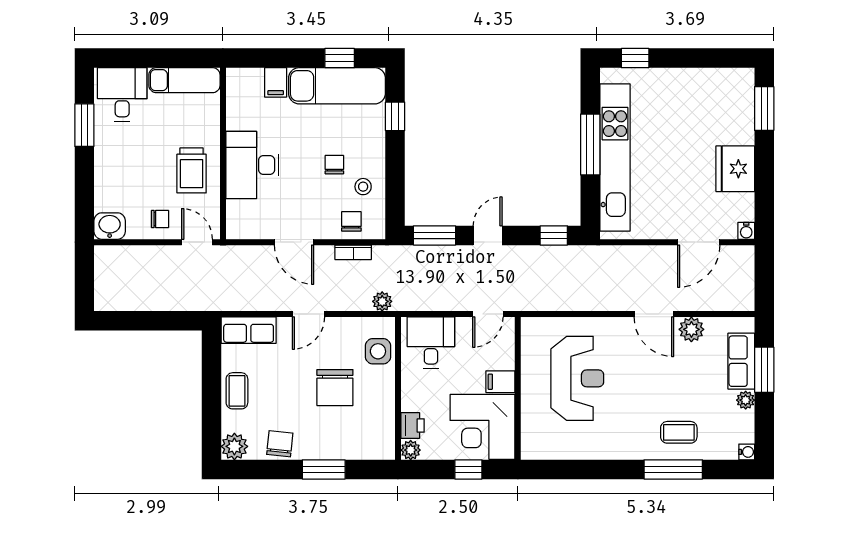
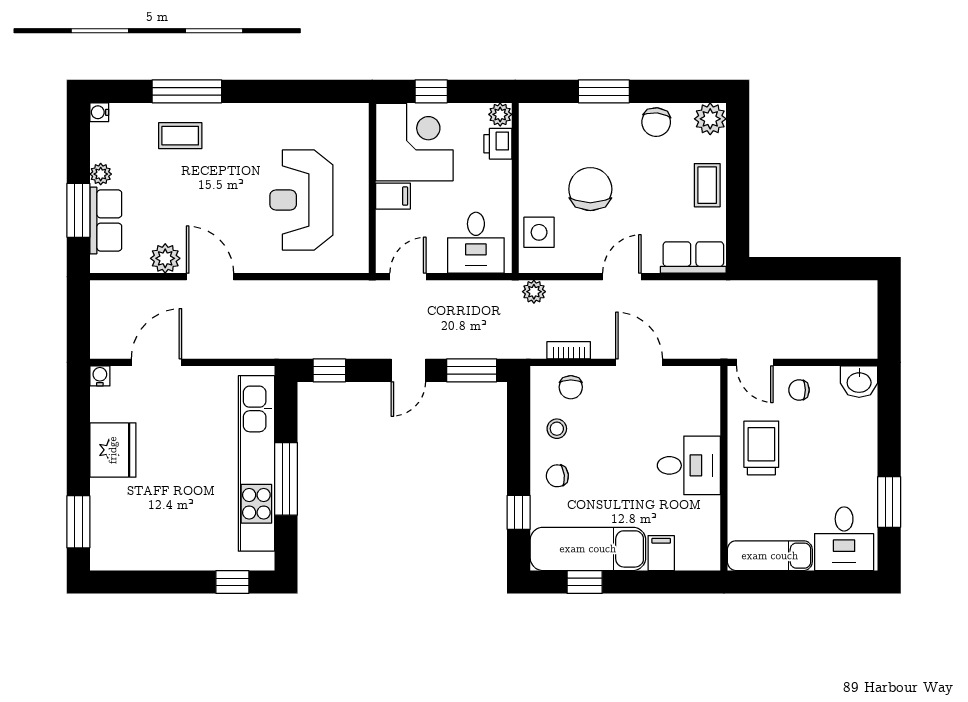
desk: (252, 165) -> (689, 465), width x0.73
chair: (334, 165) -> (557, 476), moved, turned 84

